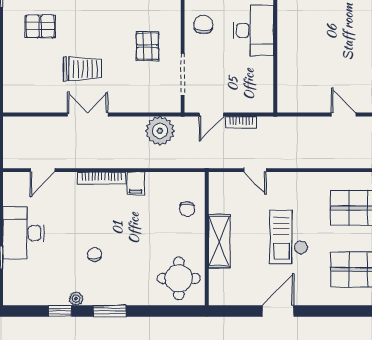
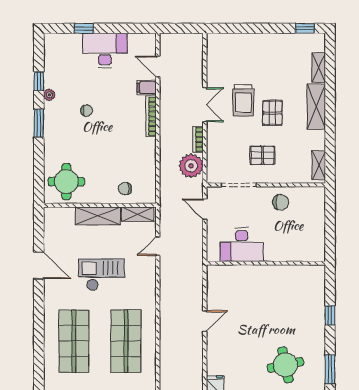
pallet: (40, 26) -> (272, 113), moved
desk: (253, 31) -> (242, 245), moved
bookcase: (241, 123) -> (198, 139), moved
filing cabinet: (136, 183) -> (147, 88), moved
shelving: (217, 194) -> (138, 214), added

